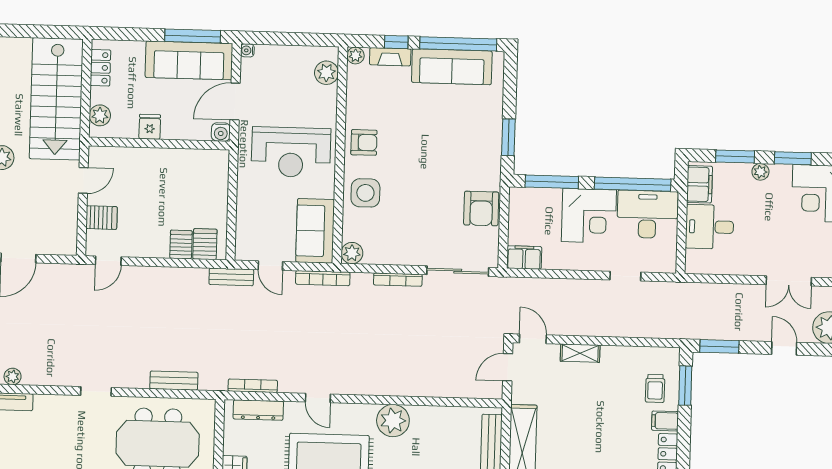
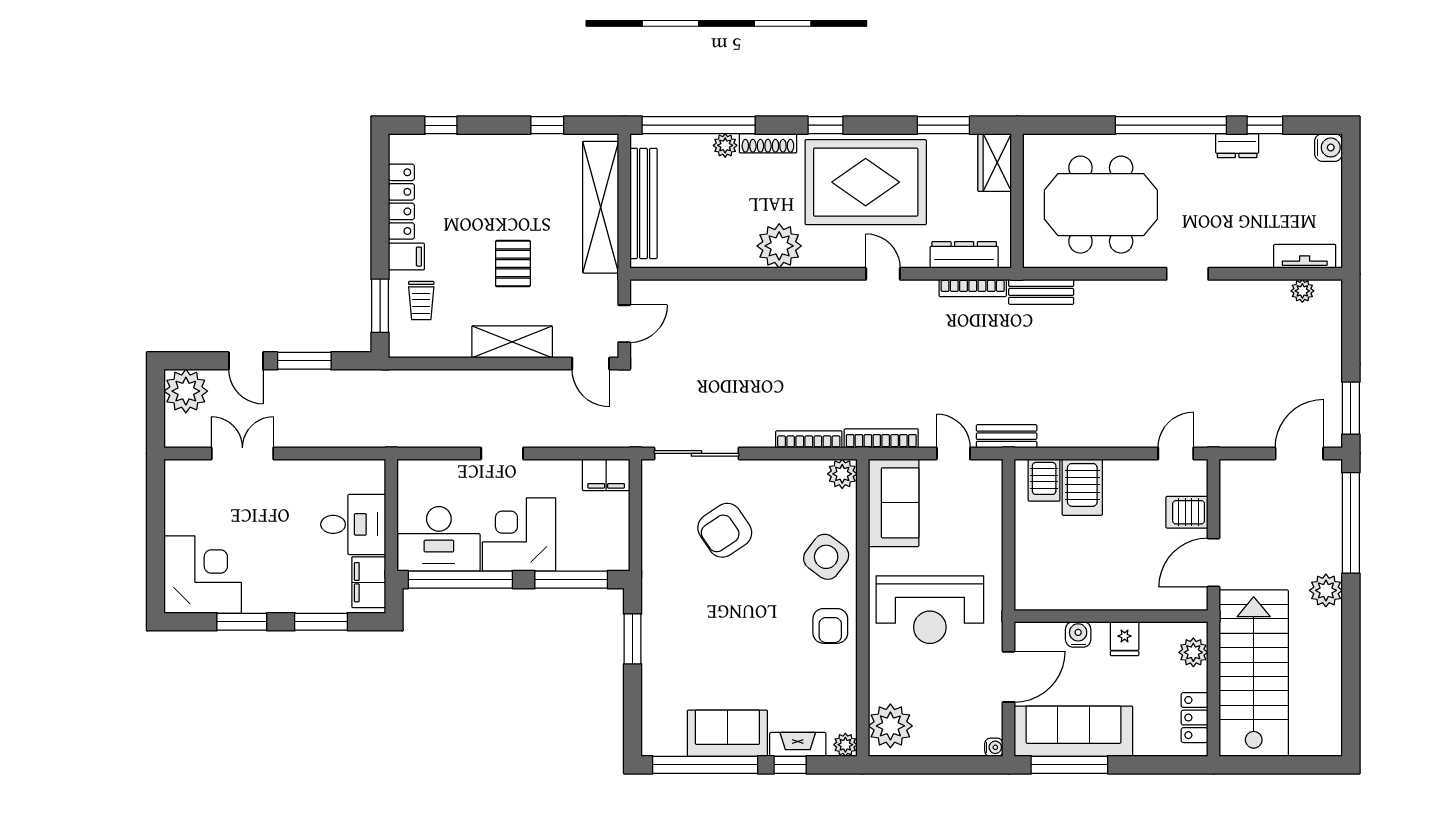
sofa: (452, 67) -> (727, 733), width x0.73
plant: (326, 73) -> (890, 726), width x1.36, depth x1.36
water cooler: (221, 132) -> (1078, 634), moved
armchair: (364, 142) -> (830, 626), turned -90
reception desk: (291, 152) -> (930, 610), turned 180
plant: (760, 172) -> (286, 602), removed
door: (83, 180) -> (1213, 563), width x1.38
side table: (365, 193) -> (826, 557), turned 37
armchair: (481, 208) -> (725, 530), moved, turned -124
server rack: (181, 245) -> (1082, 487), width x1.36, depth x1.44
doorway: (625, 276) -> (502, 453), moved
bookcase: (398, 280) -> (809, 439), moved
window: (719, 346) -> (304, 361), moved
shelving: (580, 353) -> (512, 342), width x1.50, depth x1.33
bench: (174, 381) -> (1041, 292), moved
trolley: (655, 388) -> (421, 301), turned 180
pallet: (587, 413) -> (513, 264), added

